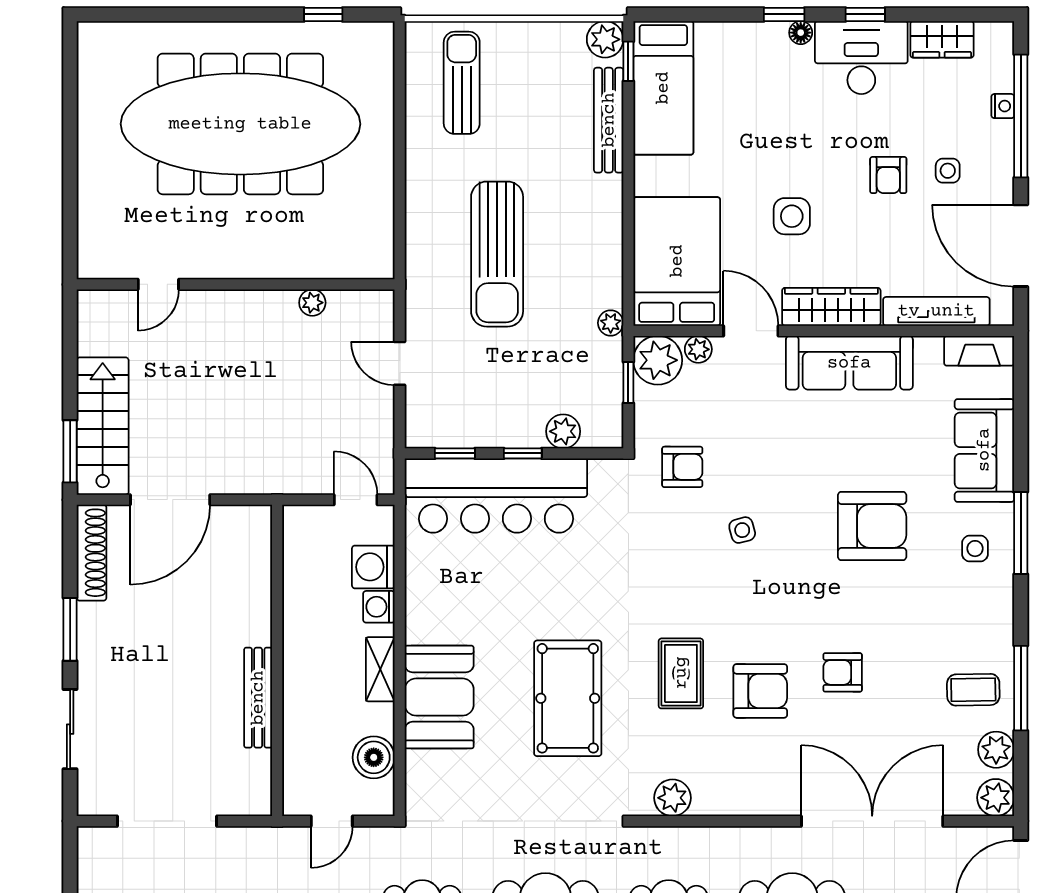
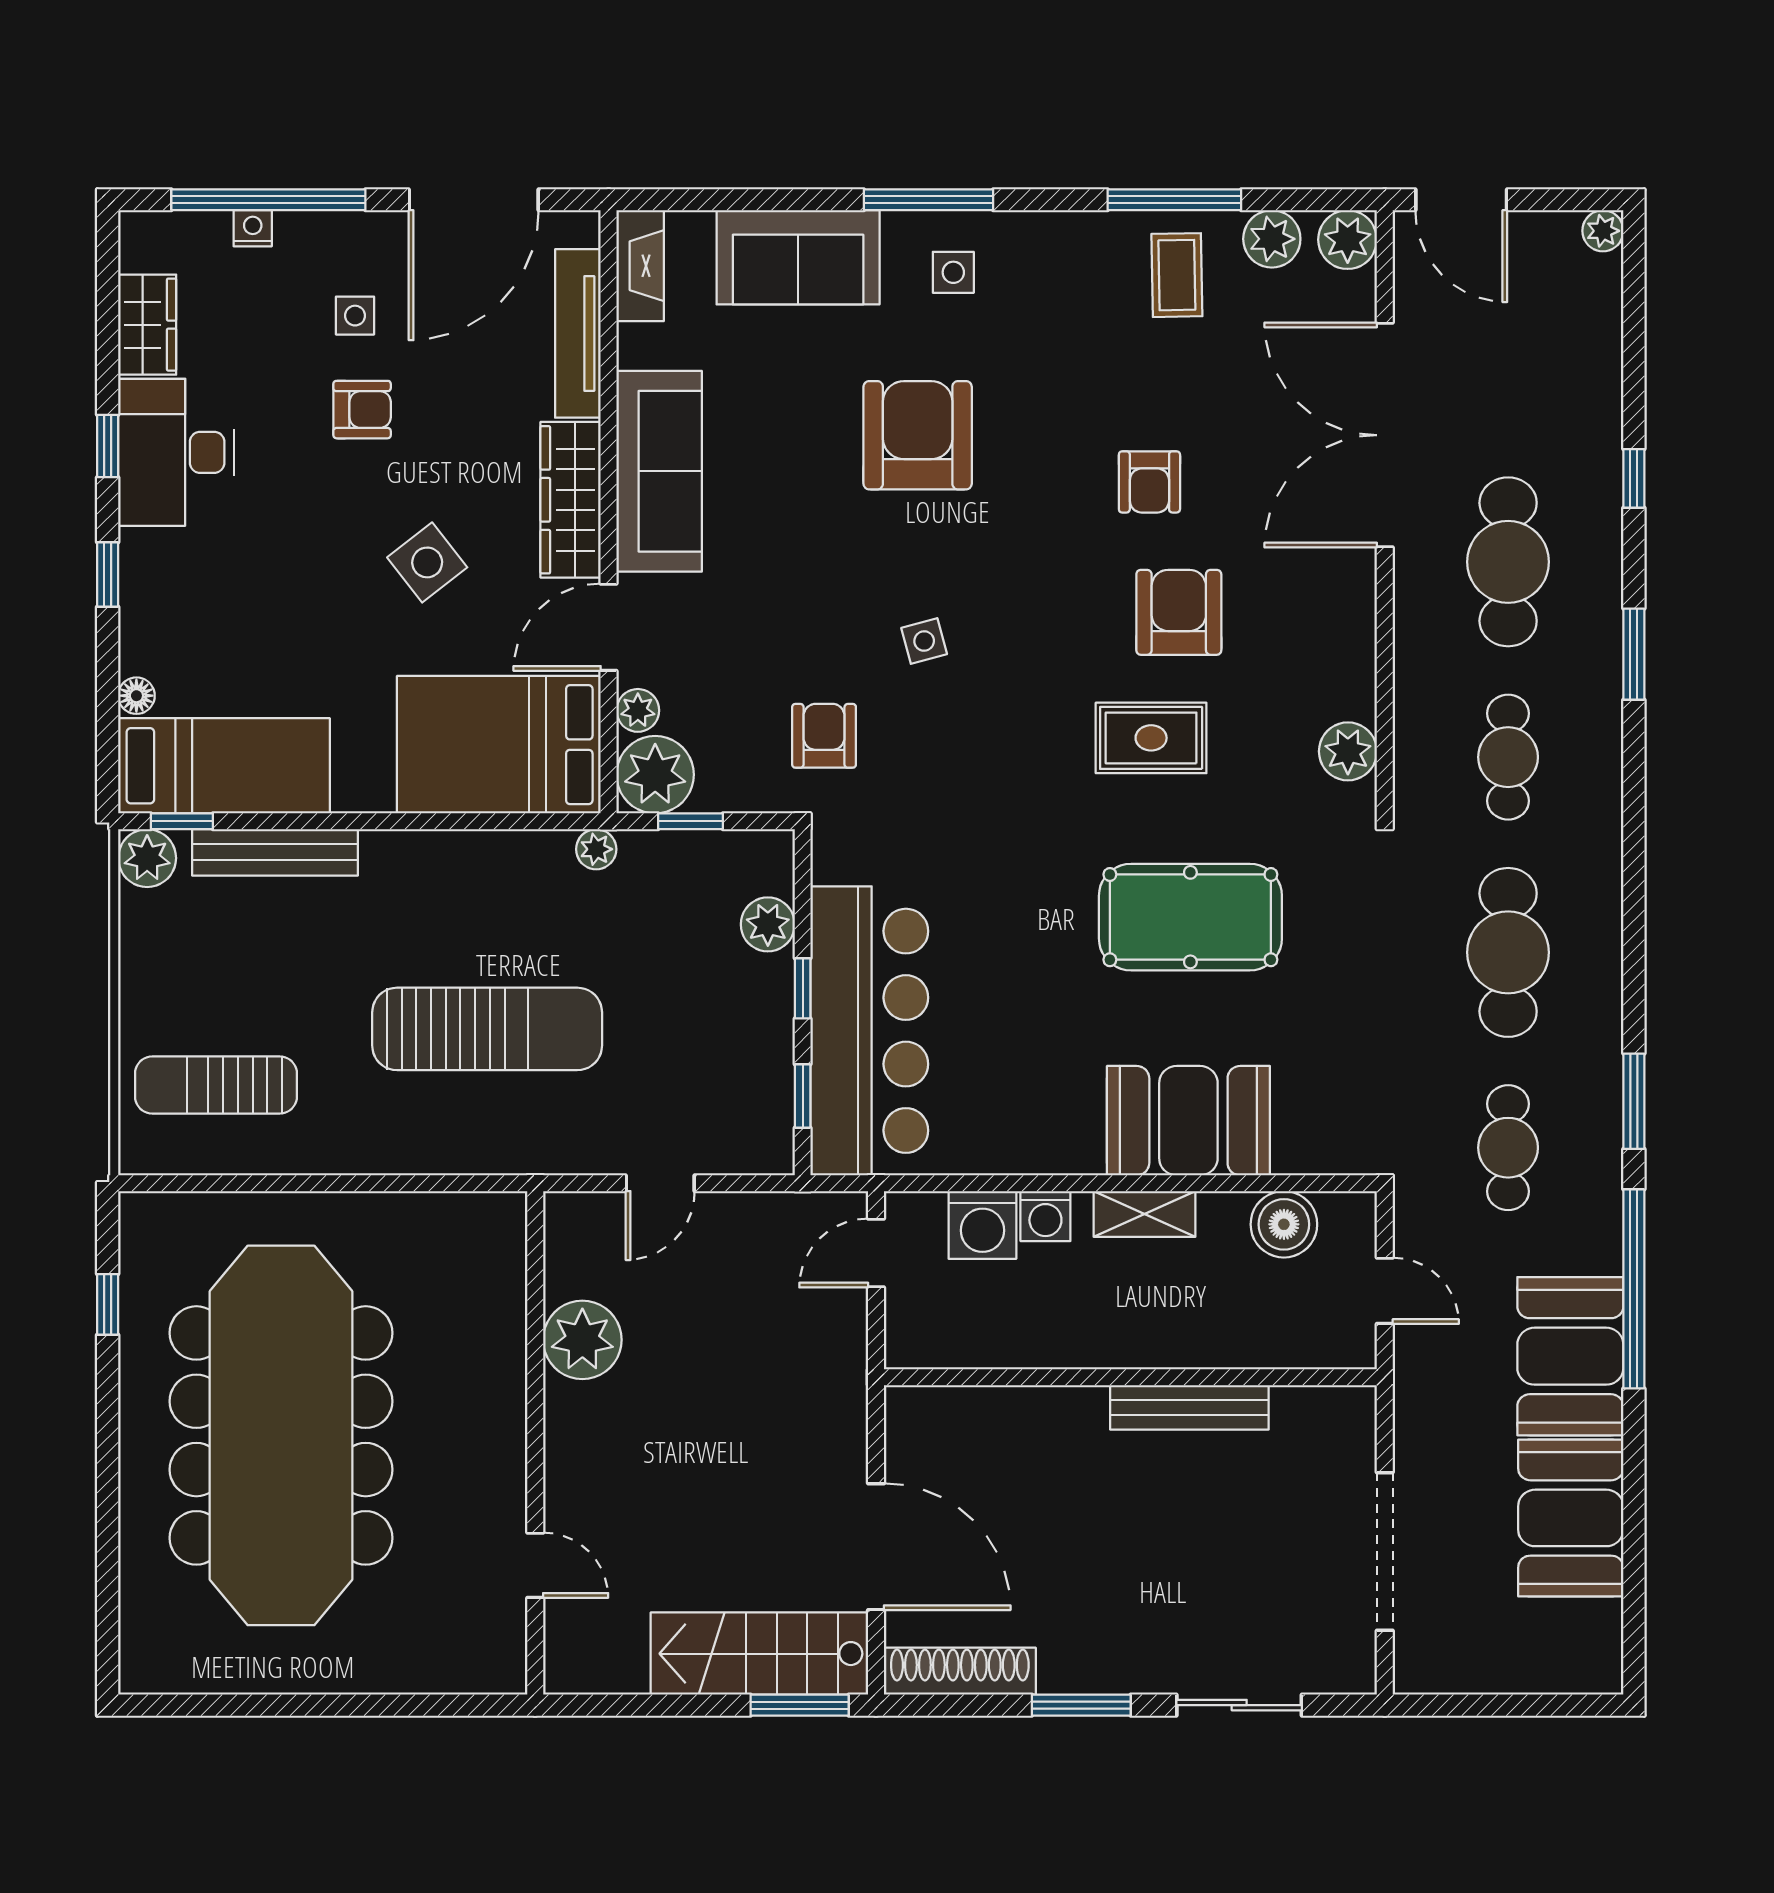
floor lamp: (801, 33) -> (136, 696), moved
side table: (792, 216) -> (427, 562), turned -38
plant: (312, 303) -> (582, 1340), width x1.88, depth x1.88

